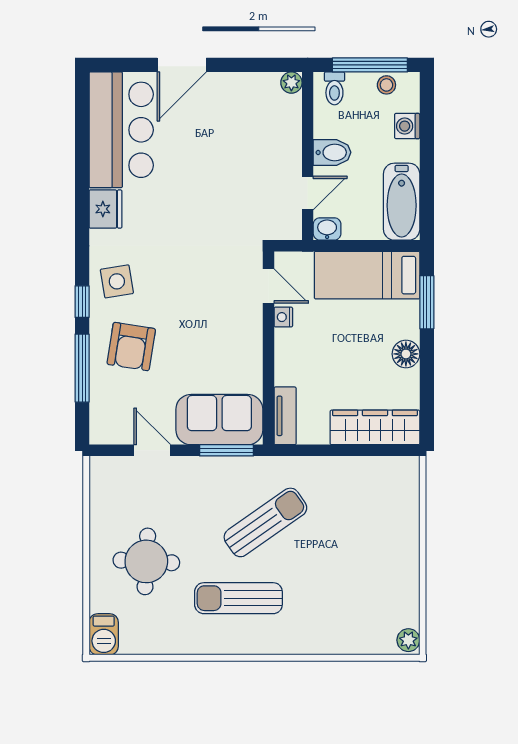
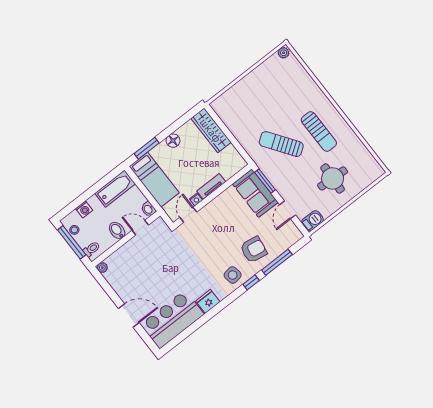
tv unit: (285, 416) -> (211, 186), moved
barbecue: (104, 634) -> (313, 221), moved

